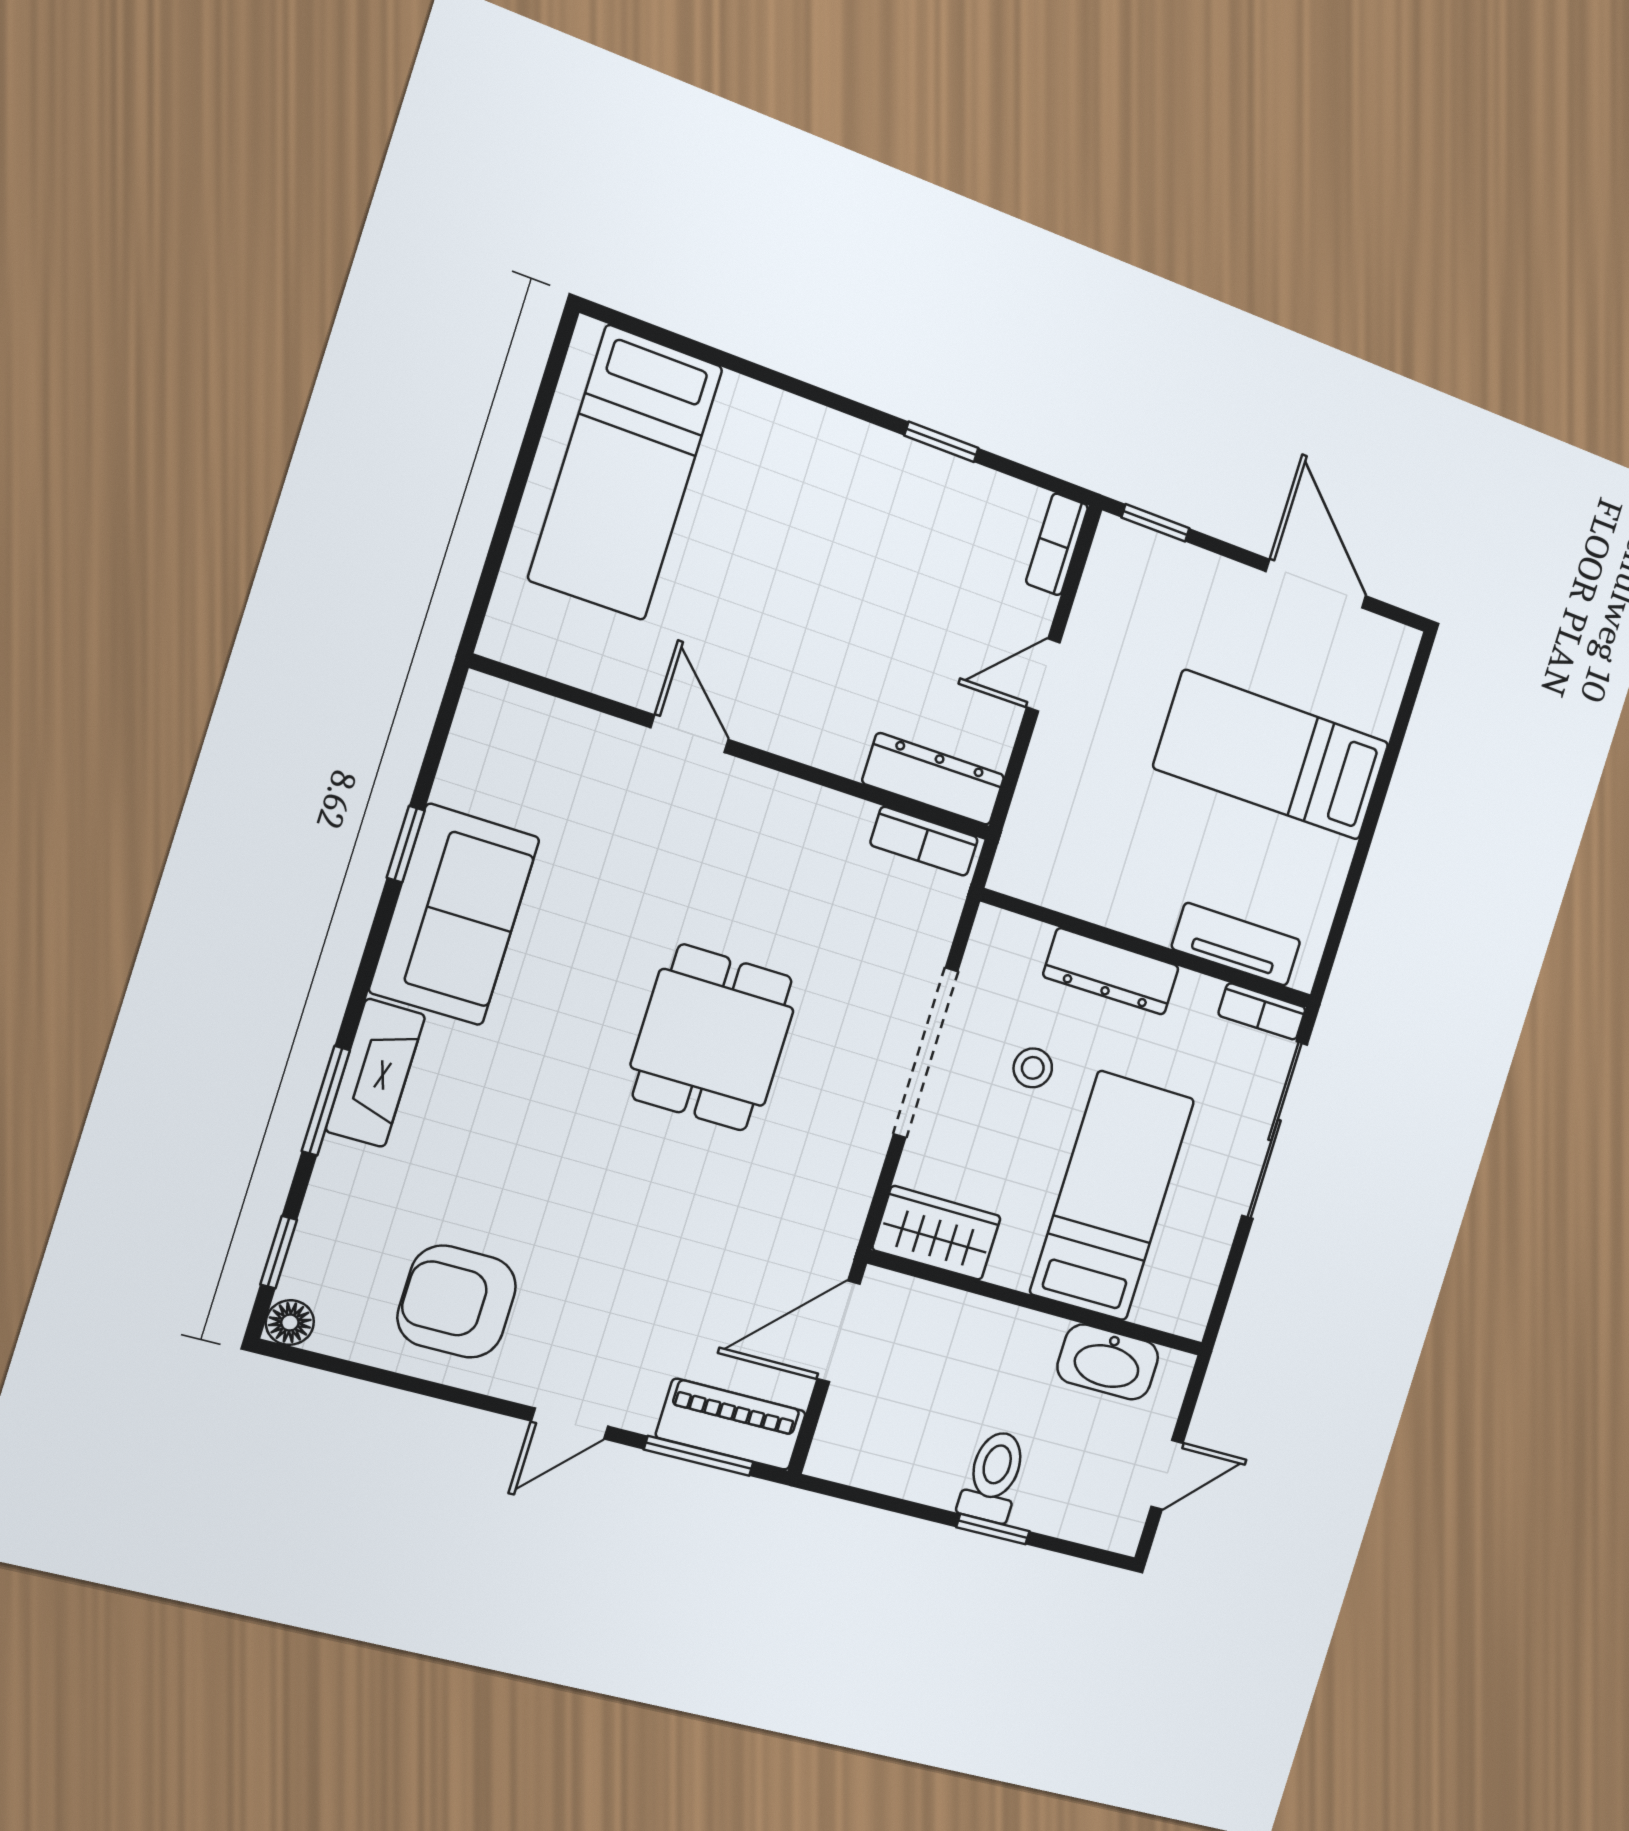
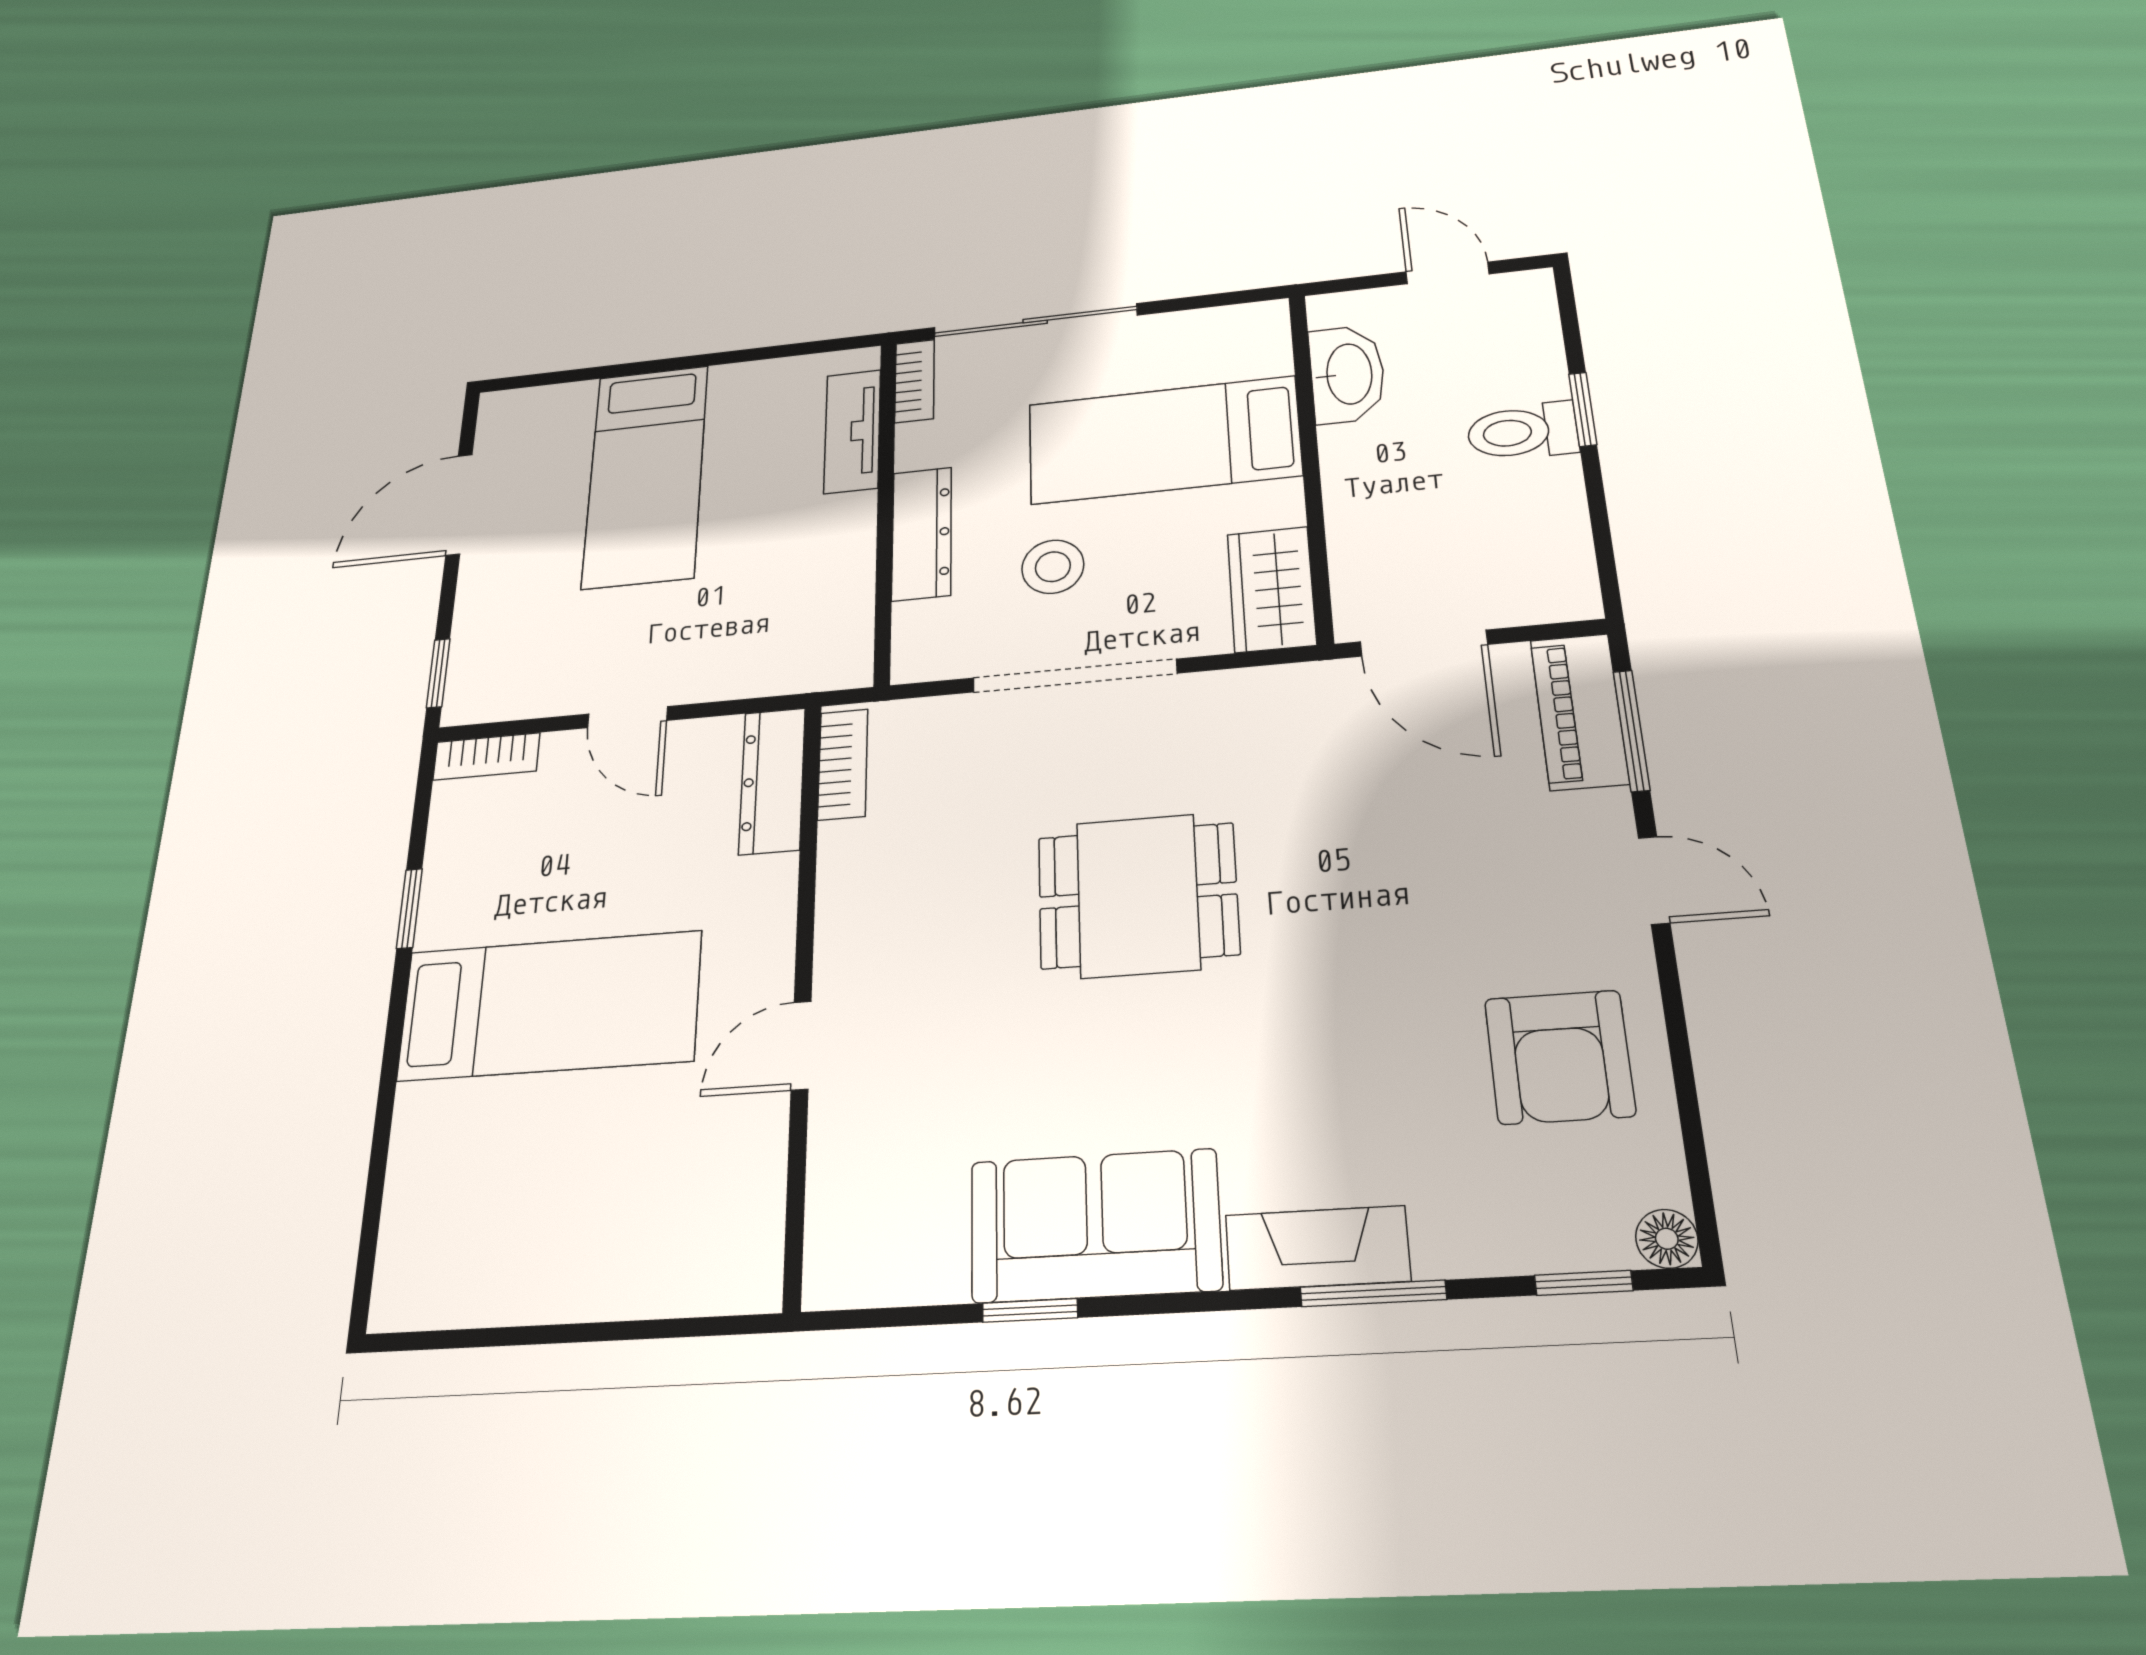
bed: (625, 473) -> (549, 1006), moved
stool: (1033, 1068) -> (1053, 567), width x1.37, depth x1.37

